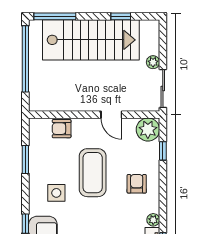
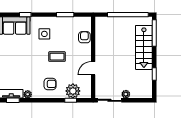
stairs: (91, 40) -> (144, 47), width x0.73, depth x0.66
plant: (148, 130) -> (73, 91), moved
coffee table: (93, 173) -> (57, 57), width x0.54, depth x0.58

